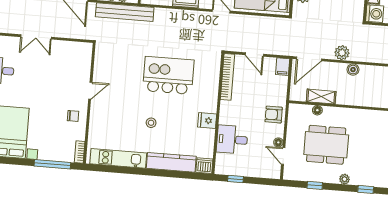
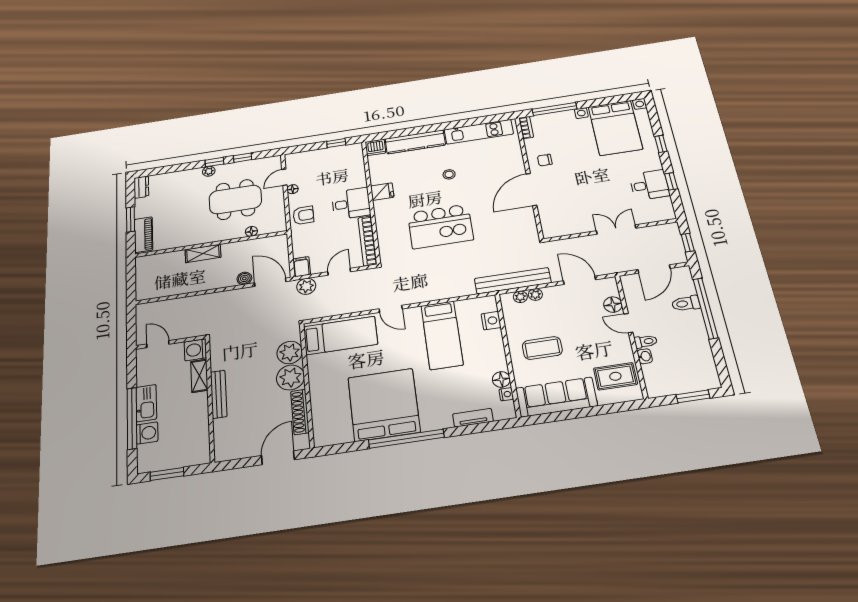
plant: (342, 53) -> (306, 286), moved
door: (254, 54) -> (339, 272), hinge flipped
door: (309, 59) -> (270, 282), hinge flipped
boiler: (353, 70) -> (244, 278), moved
door: (90, 91) -> (531, 190), width x1.88
shelving: (321, 97) -> (203, 253), moved
desk: (232, 140) -> (351, 204), moved
door: (283, 156) -> (284, 177), swing flipped
window: (366, 189) -> (214, 162), moved

